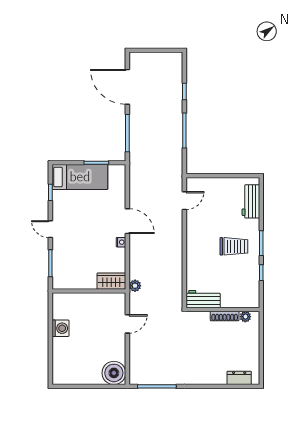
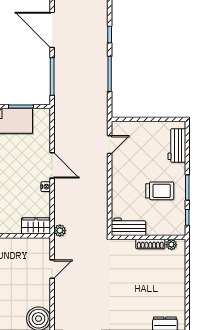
workbench: (203, 299) -> (129, 227), moved
wall: (223, 310) -> (148, 237), moved
shoe rack: (225, 316) -> (150, 244), moved
plant: (245, 317) -> (171, 245), moved

